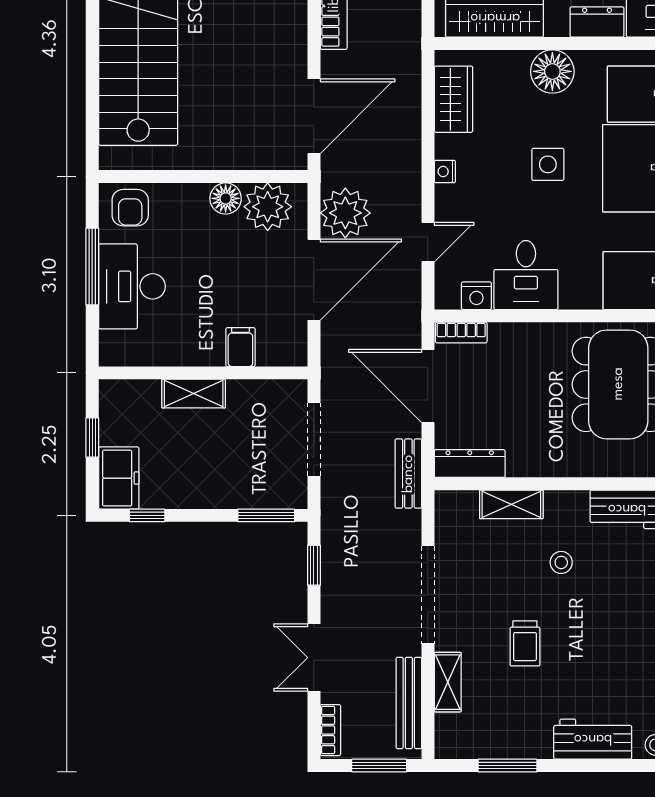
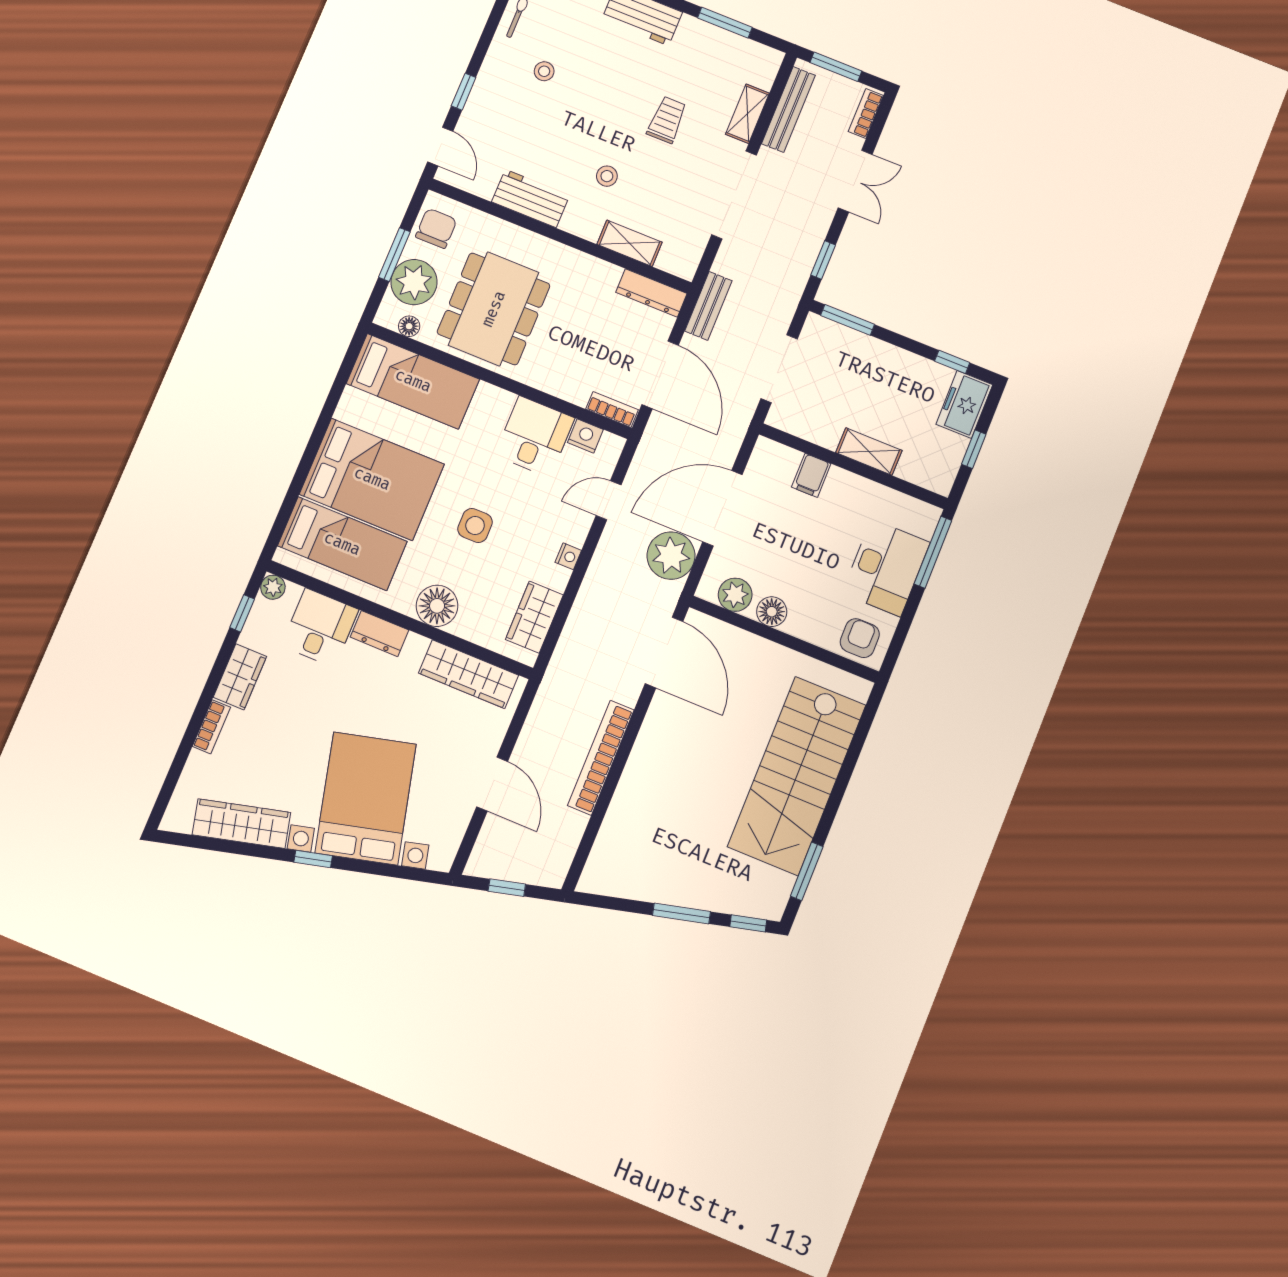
door: (314, 116) -> (664, 653), swing flipped
plant: (268, 207) -> (735, 595), width x0.73, depth x0.73
window: (92, 266) -> (933, 552), moved

